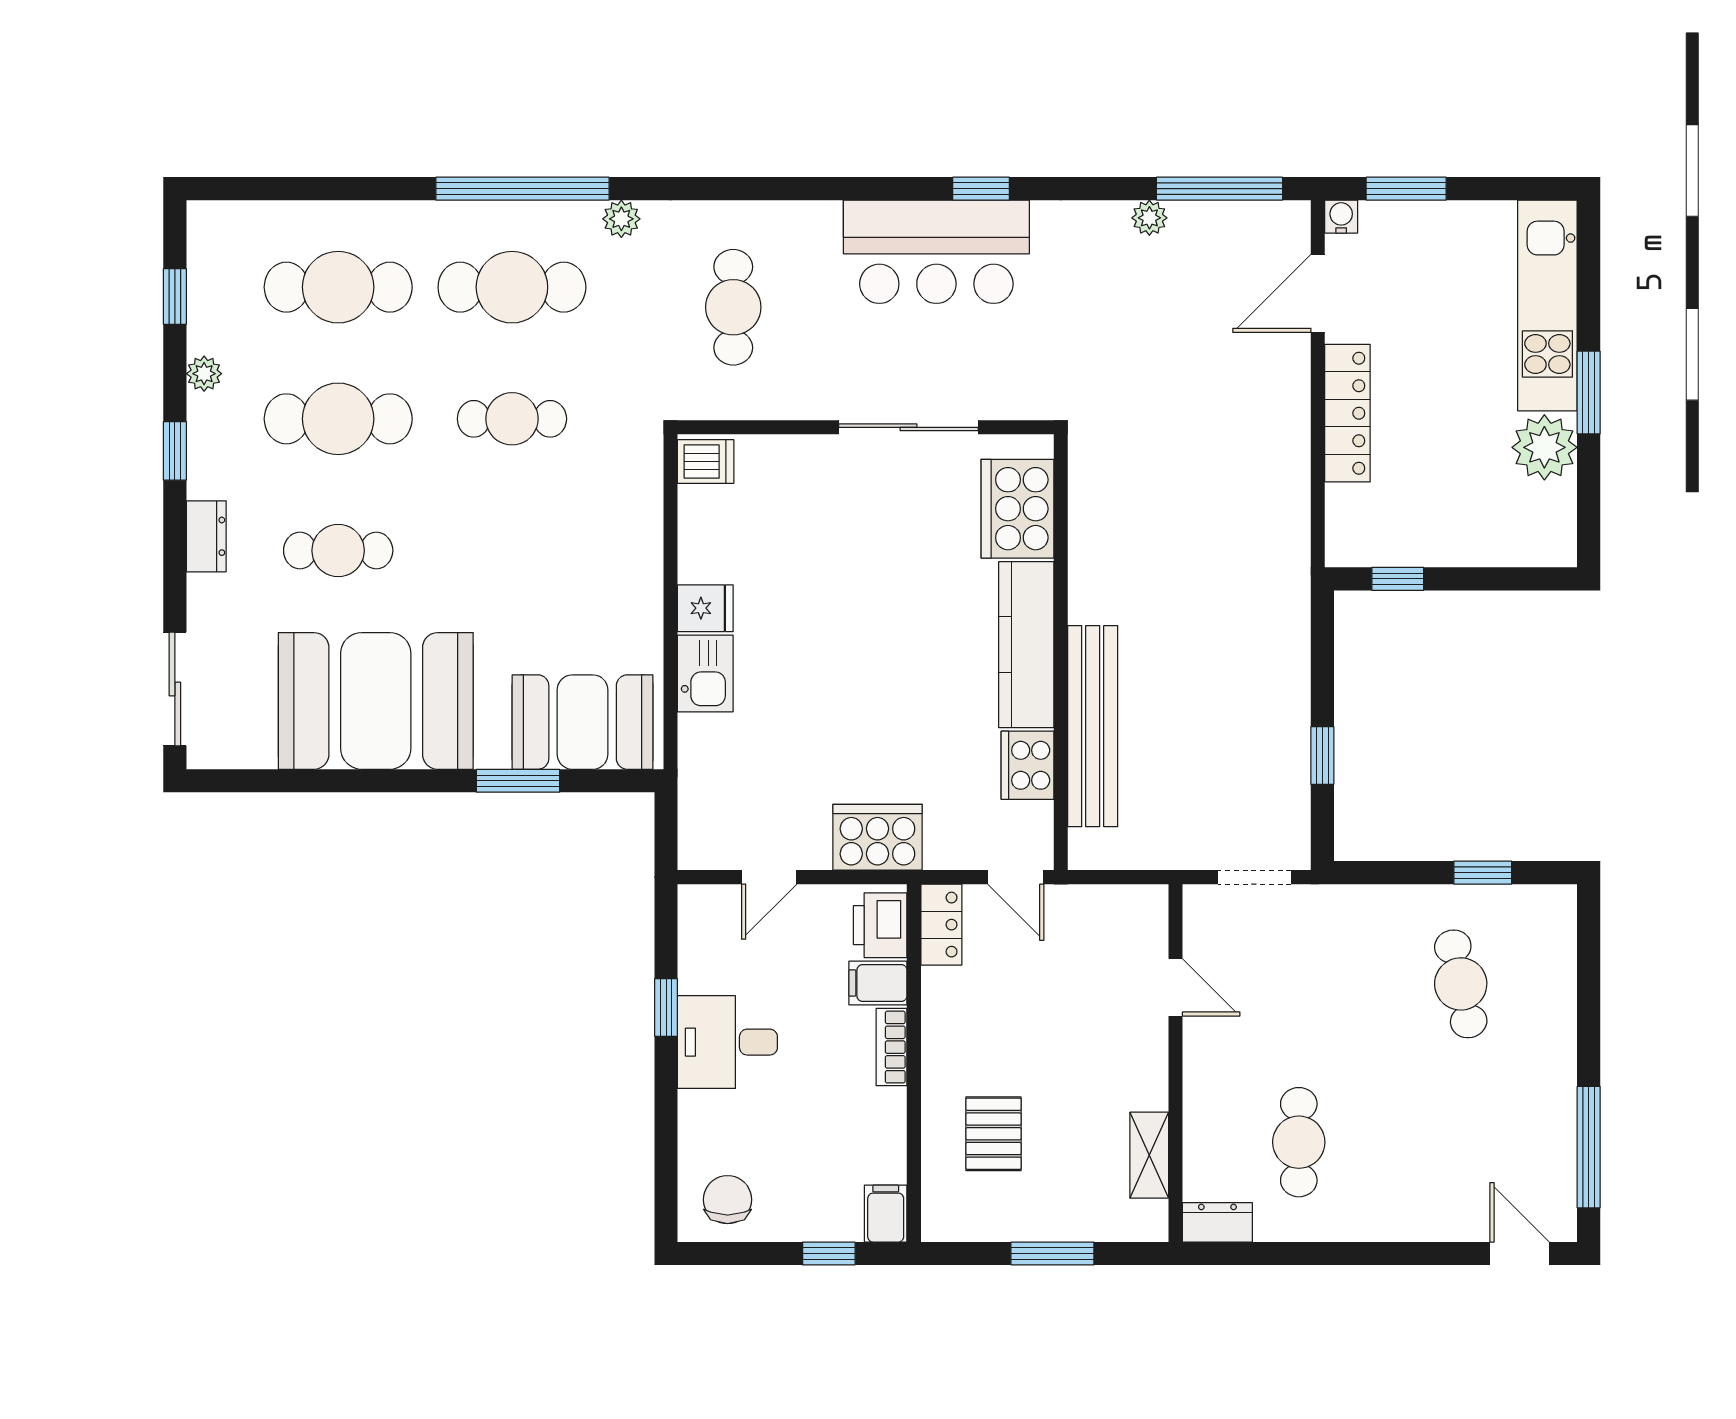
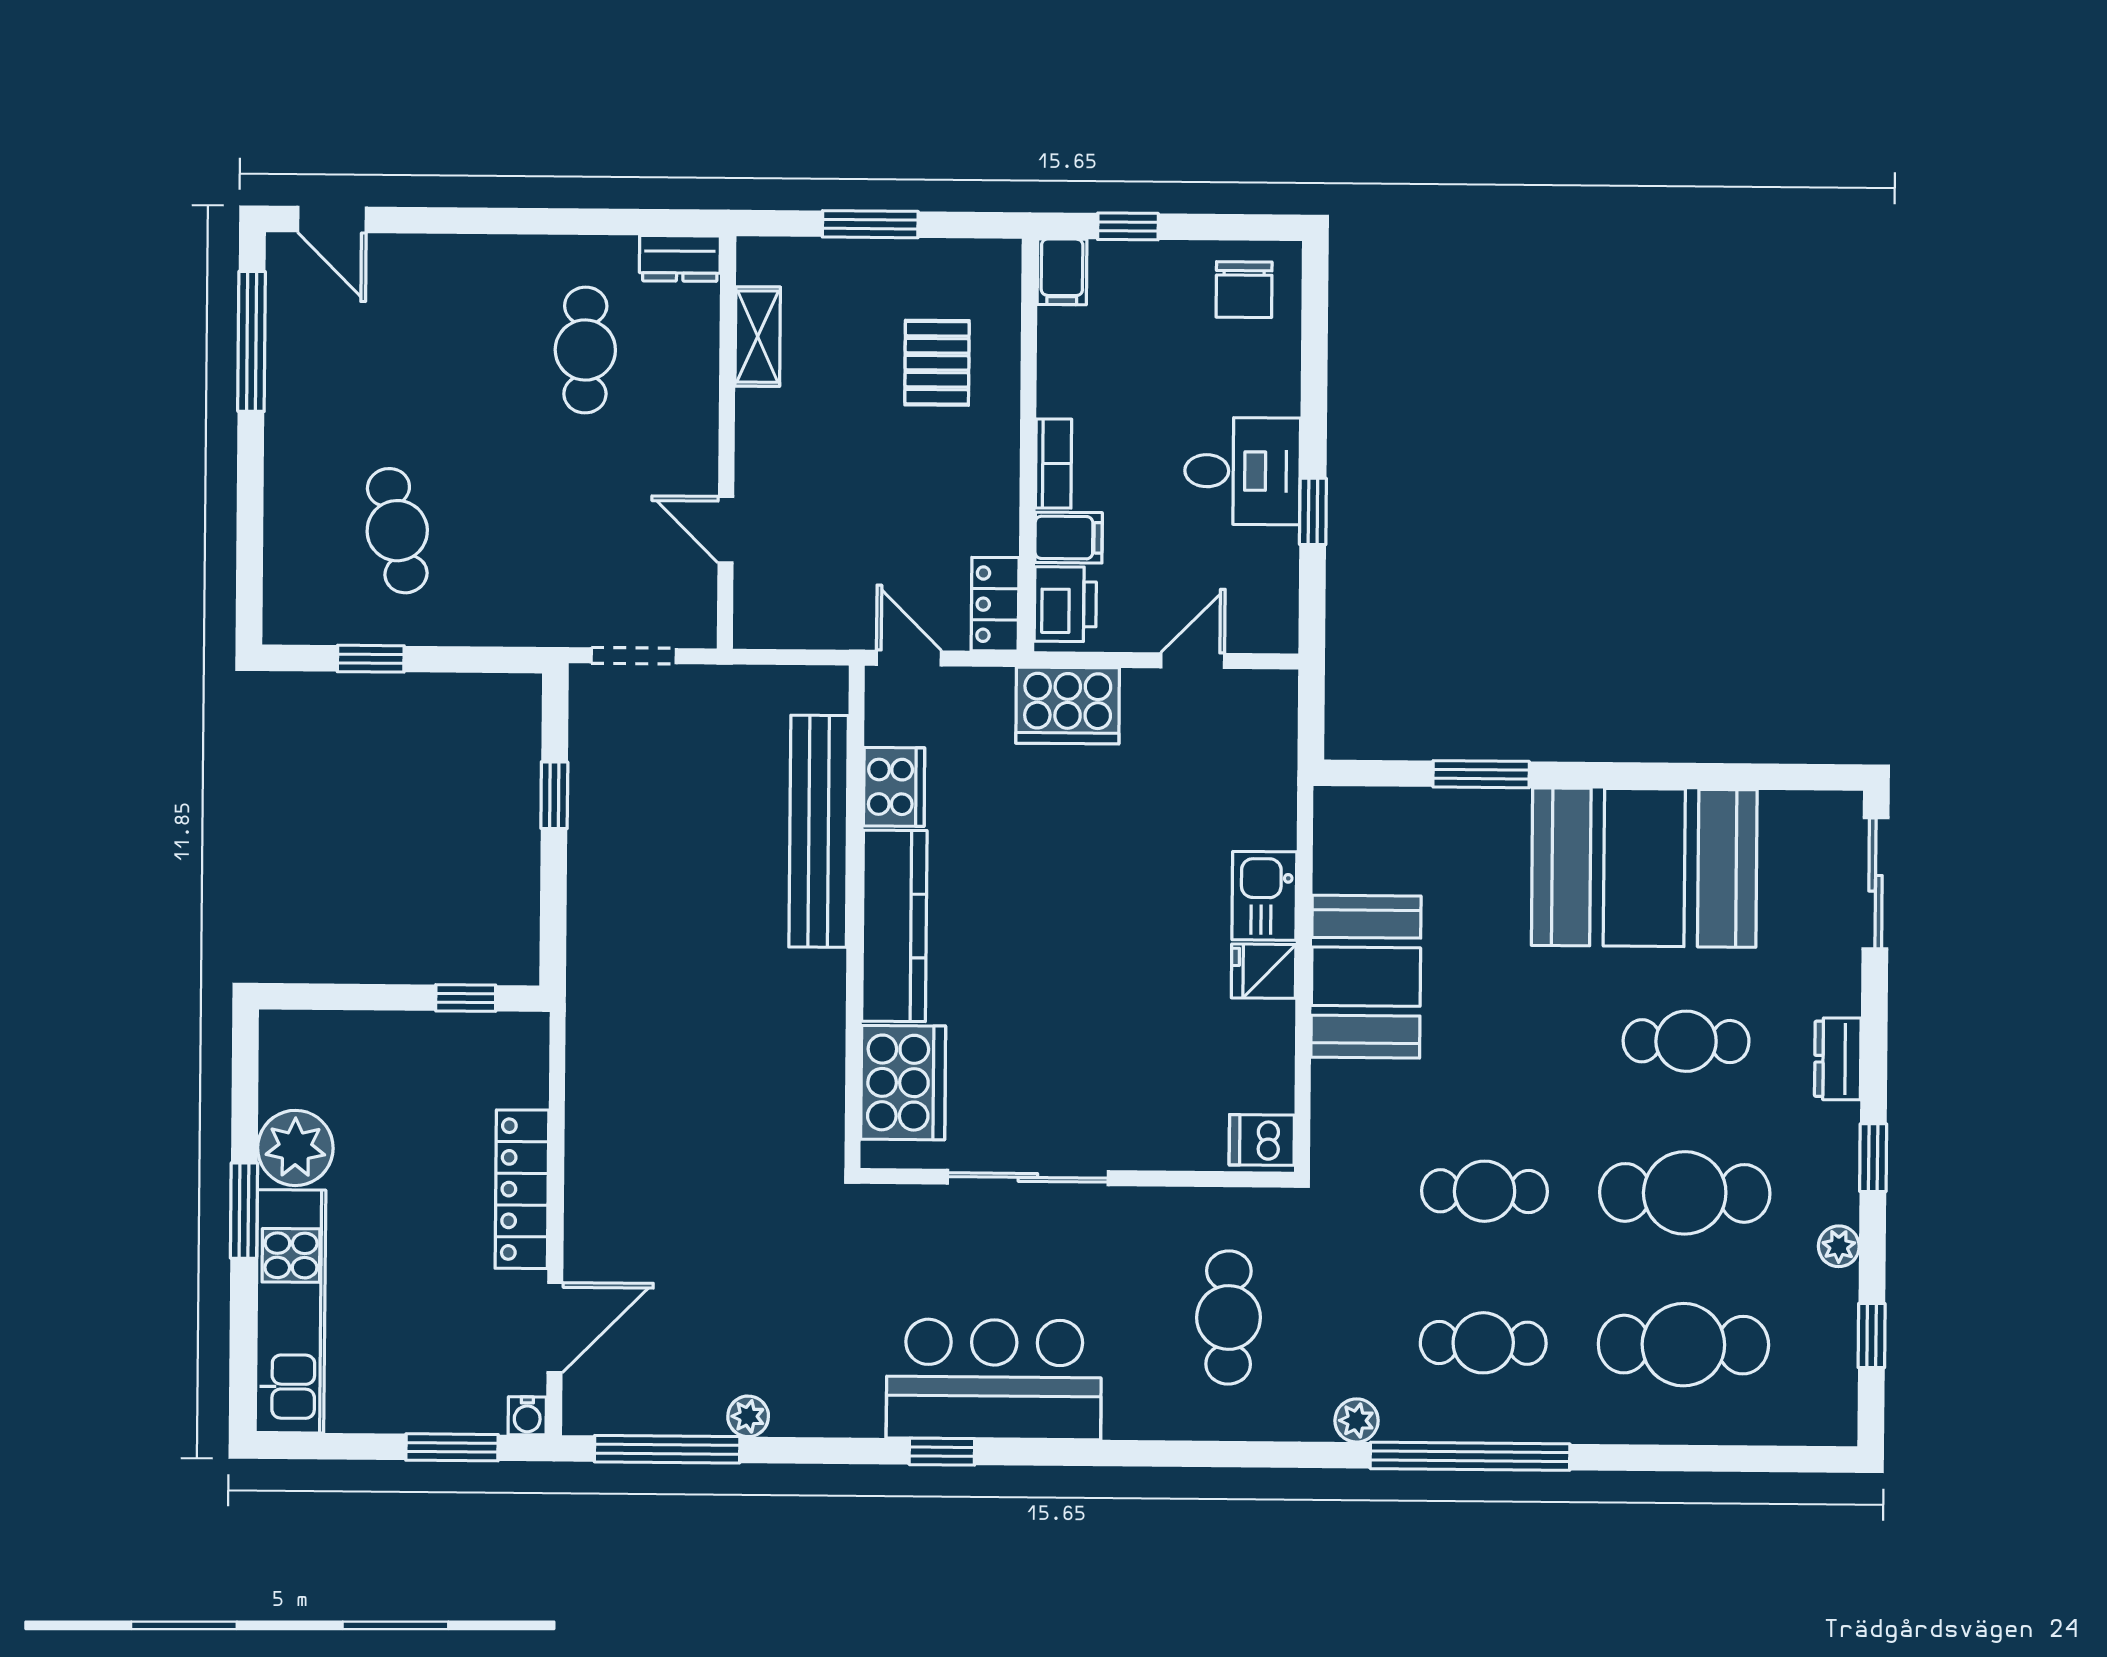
cafe table: (512, 287) -> (1483, 1343), width x0.73, depth x0.74
booth: (583, 722) -> (1366, 977), moved, turned 90

